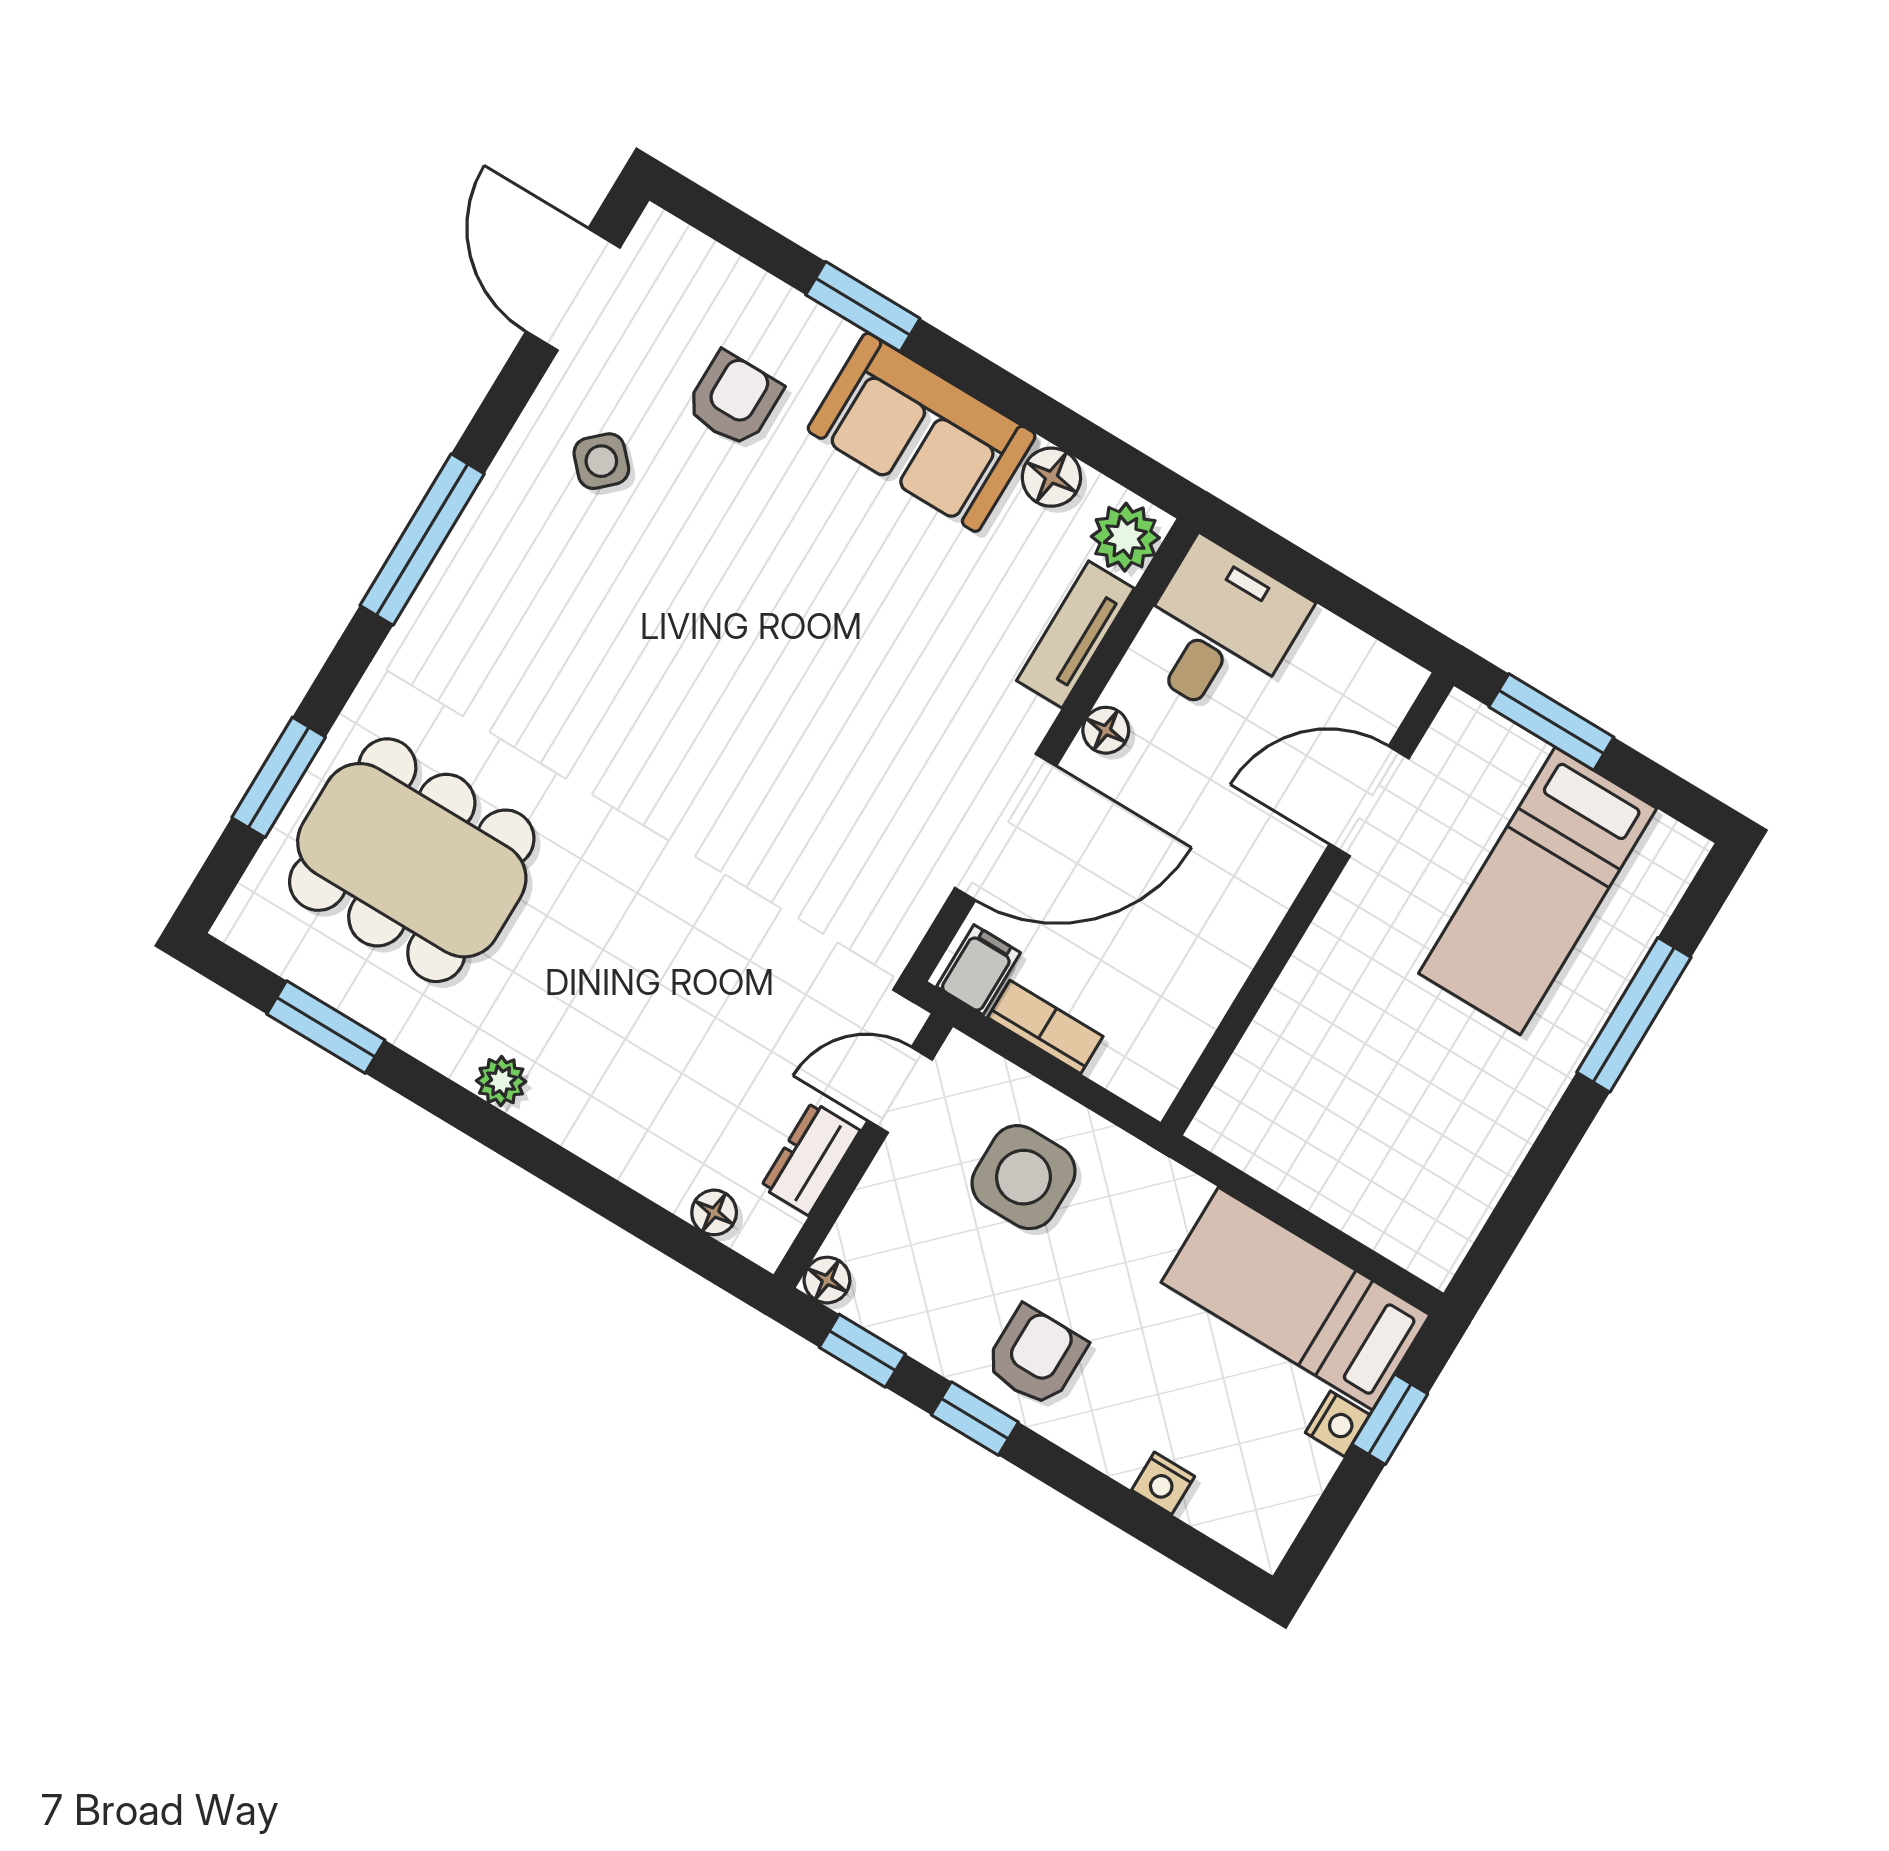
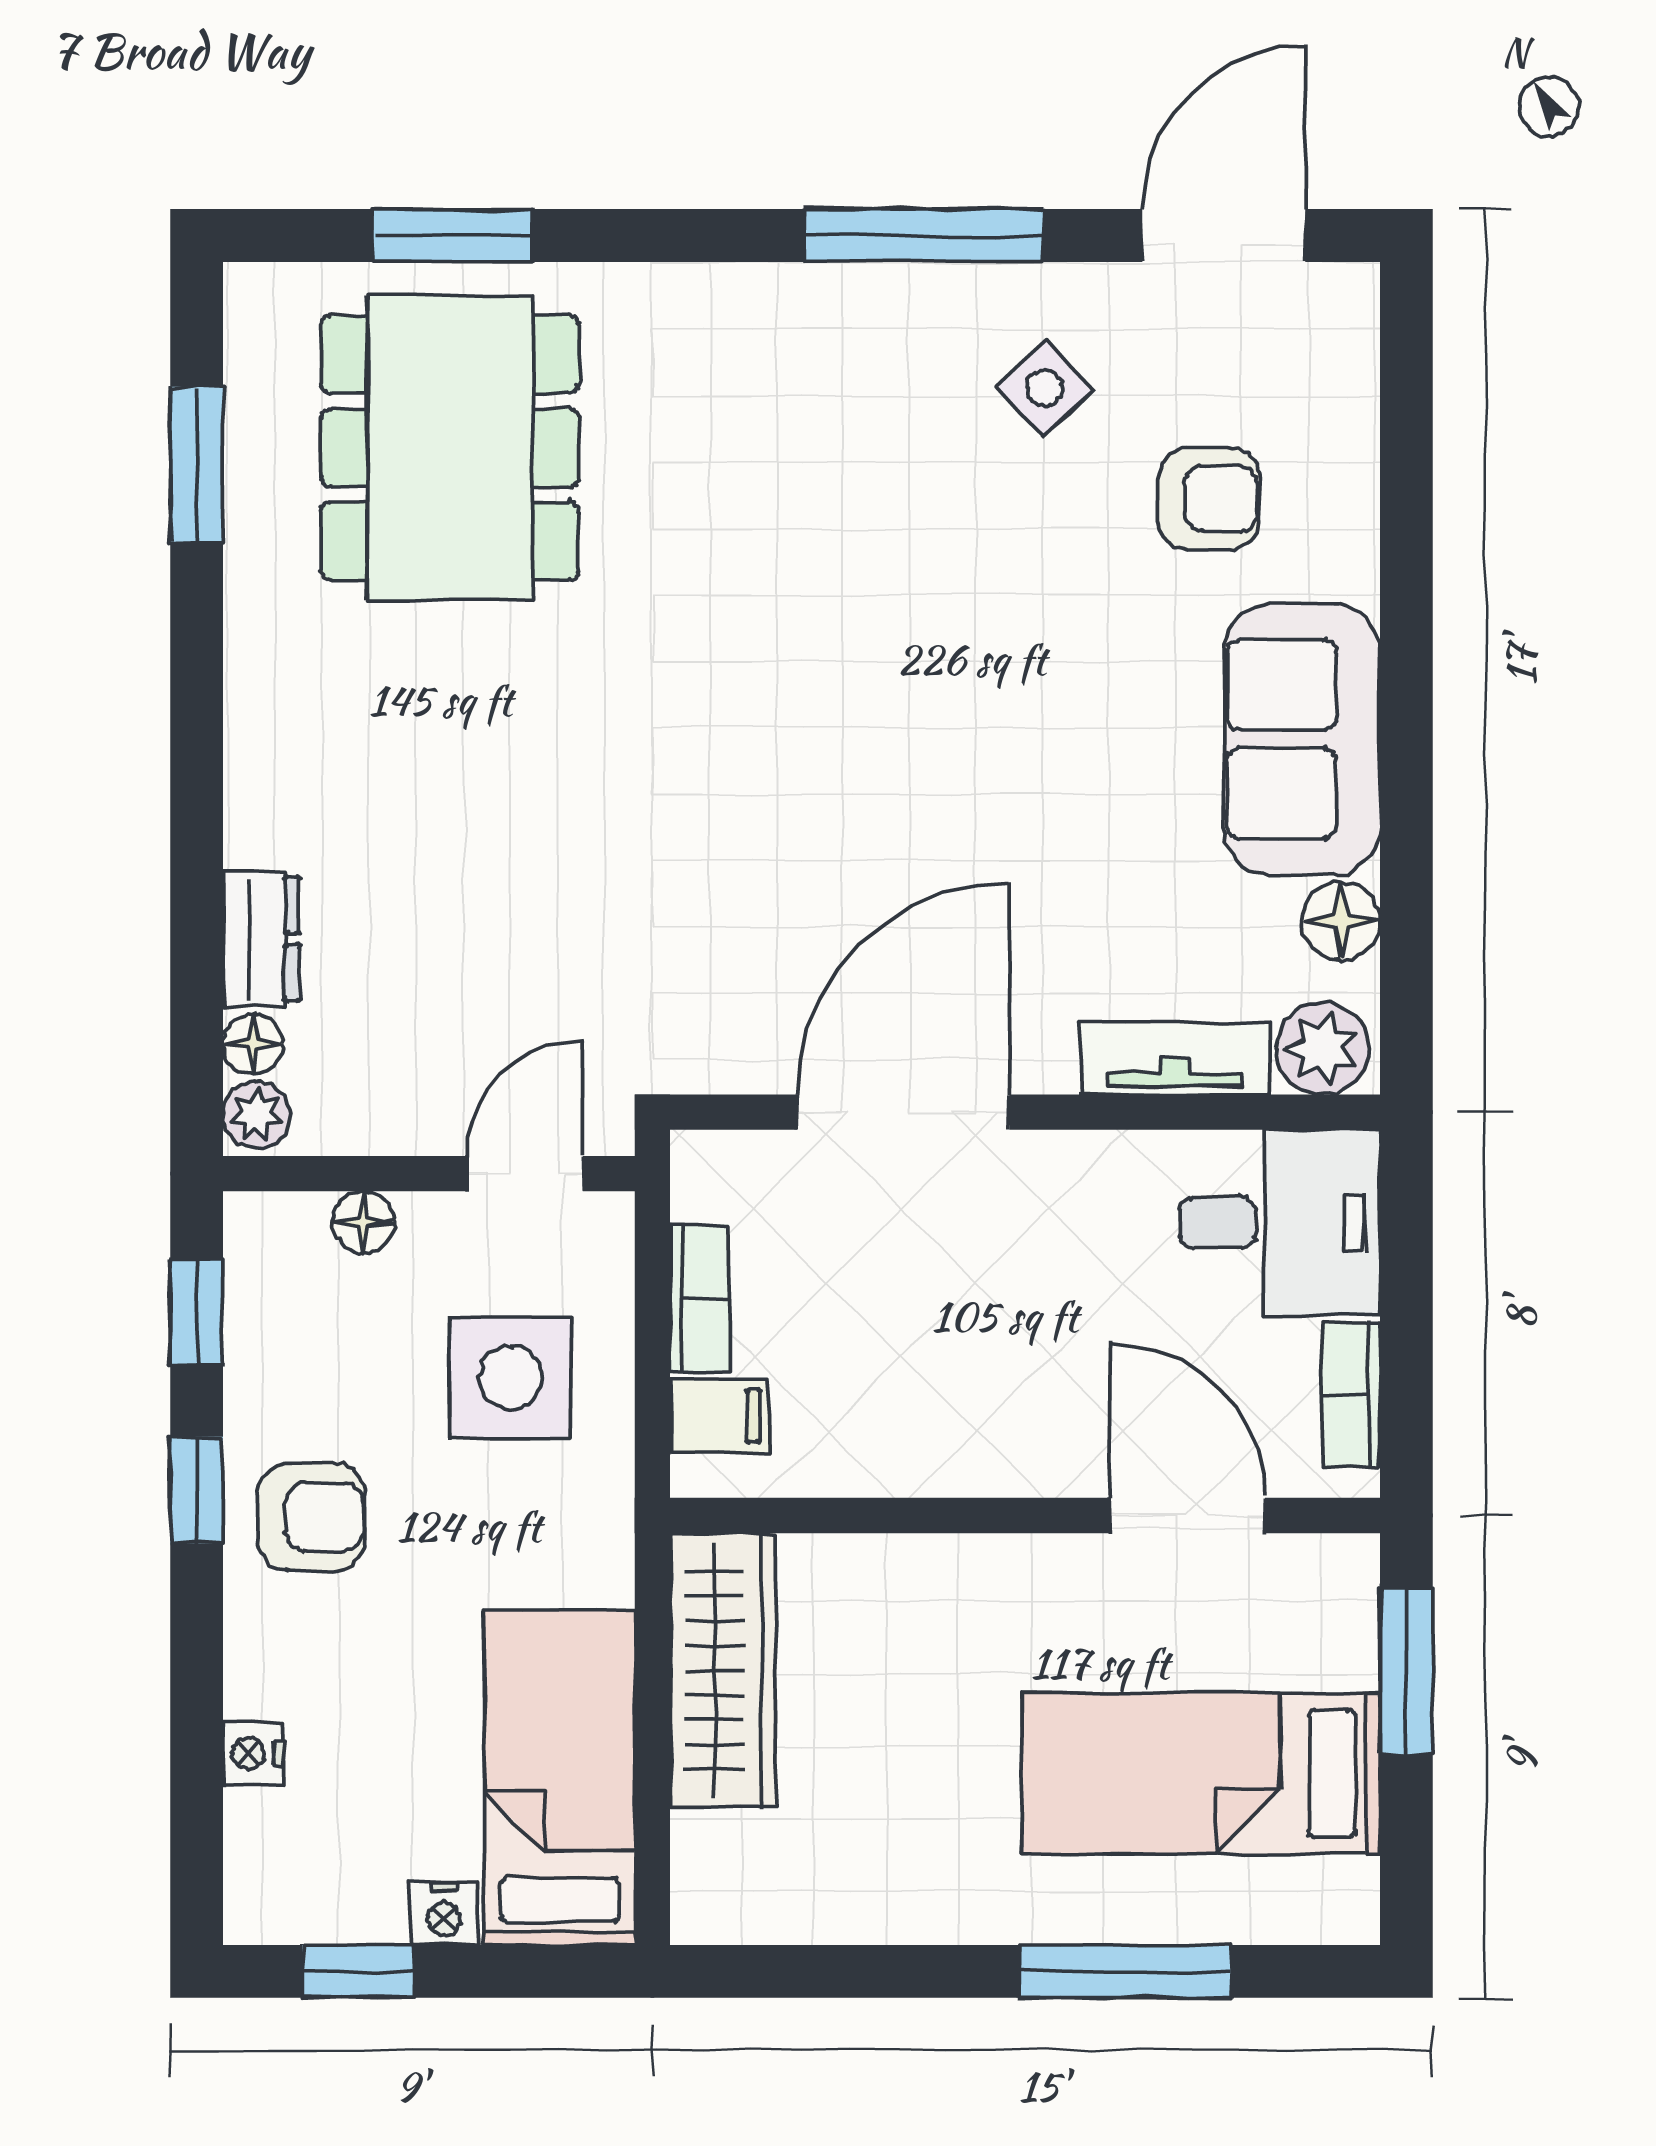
window: (863, 307) -> (1406, 583), removed
window: (422, 540) -> (923, 235), moved
bookcase: (1356, 652) -> (1351, 1395), added
floor lamp: (1106, 730) -> (1086, 1161), removed
door: (1005, 827) -> (903, 1112), swing flipped
filing cabinet: (978, 970) -> (719, 1416), moved
plant: (501, 1081) -> (256, 1115), moved
door: (900, 1090) -> (525, 1174), hinge flipped
wardrobe: (1290, 1154) -> (723, 1670), added
dresser: (810, 1159) -> (261, 939), moved, turned 90
floor lamp: (827, 1280) -> (364, 1222), moved
window: (1390, 1419) -> (358, 1971), moved

